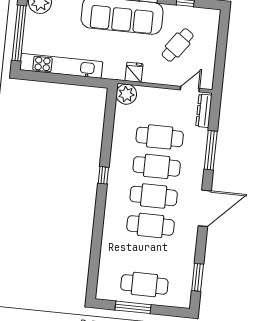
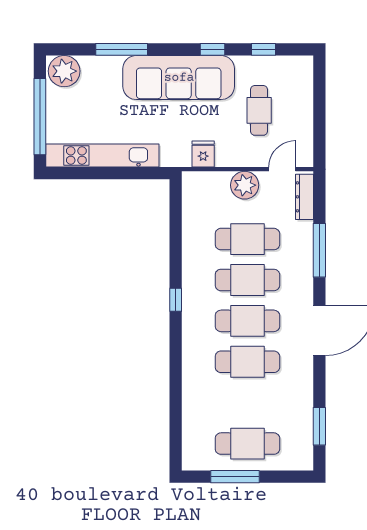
cafe table: (178, 45) -> (259, 110), turned -36
plant: (126, 94) -> (245, 185), moved

